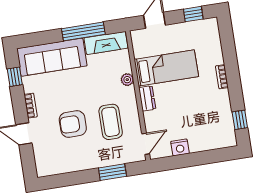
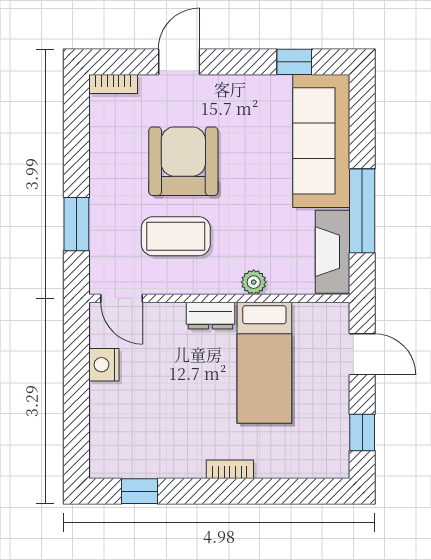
bookcase: (31, 106) -> (113, 84), moved
armchair: (73, 124) -> (183, 161), width x1.36, depth x1.36

